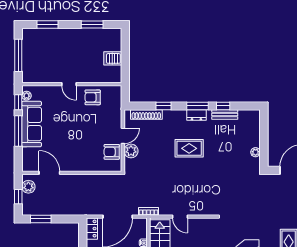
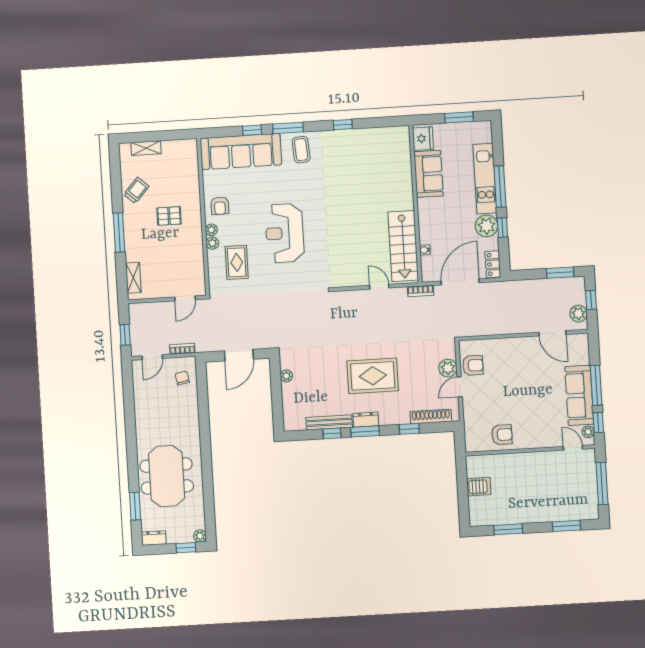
door: (69, 84) -> (573, 448), moved
bench: (225, 115) -> (329, 422), width x1.36
rug: (189, 148) -> (373, 376), width x1.36, depth x1.43

